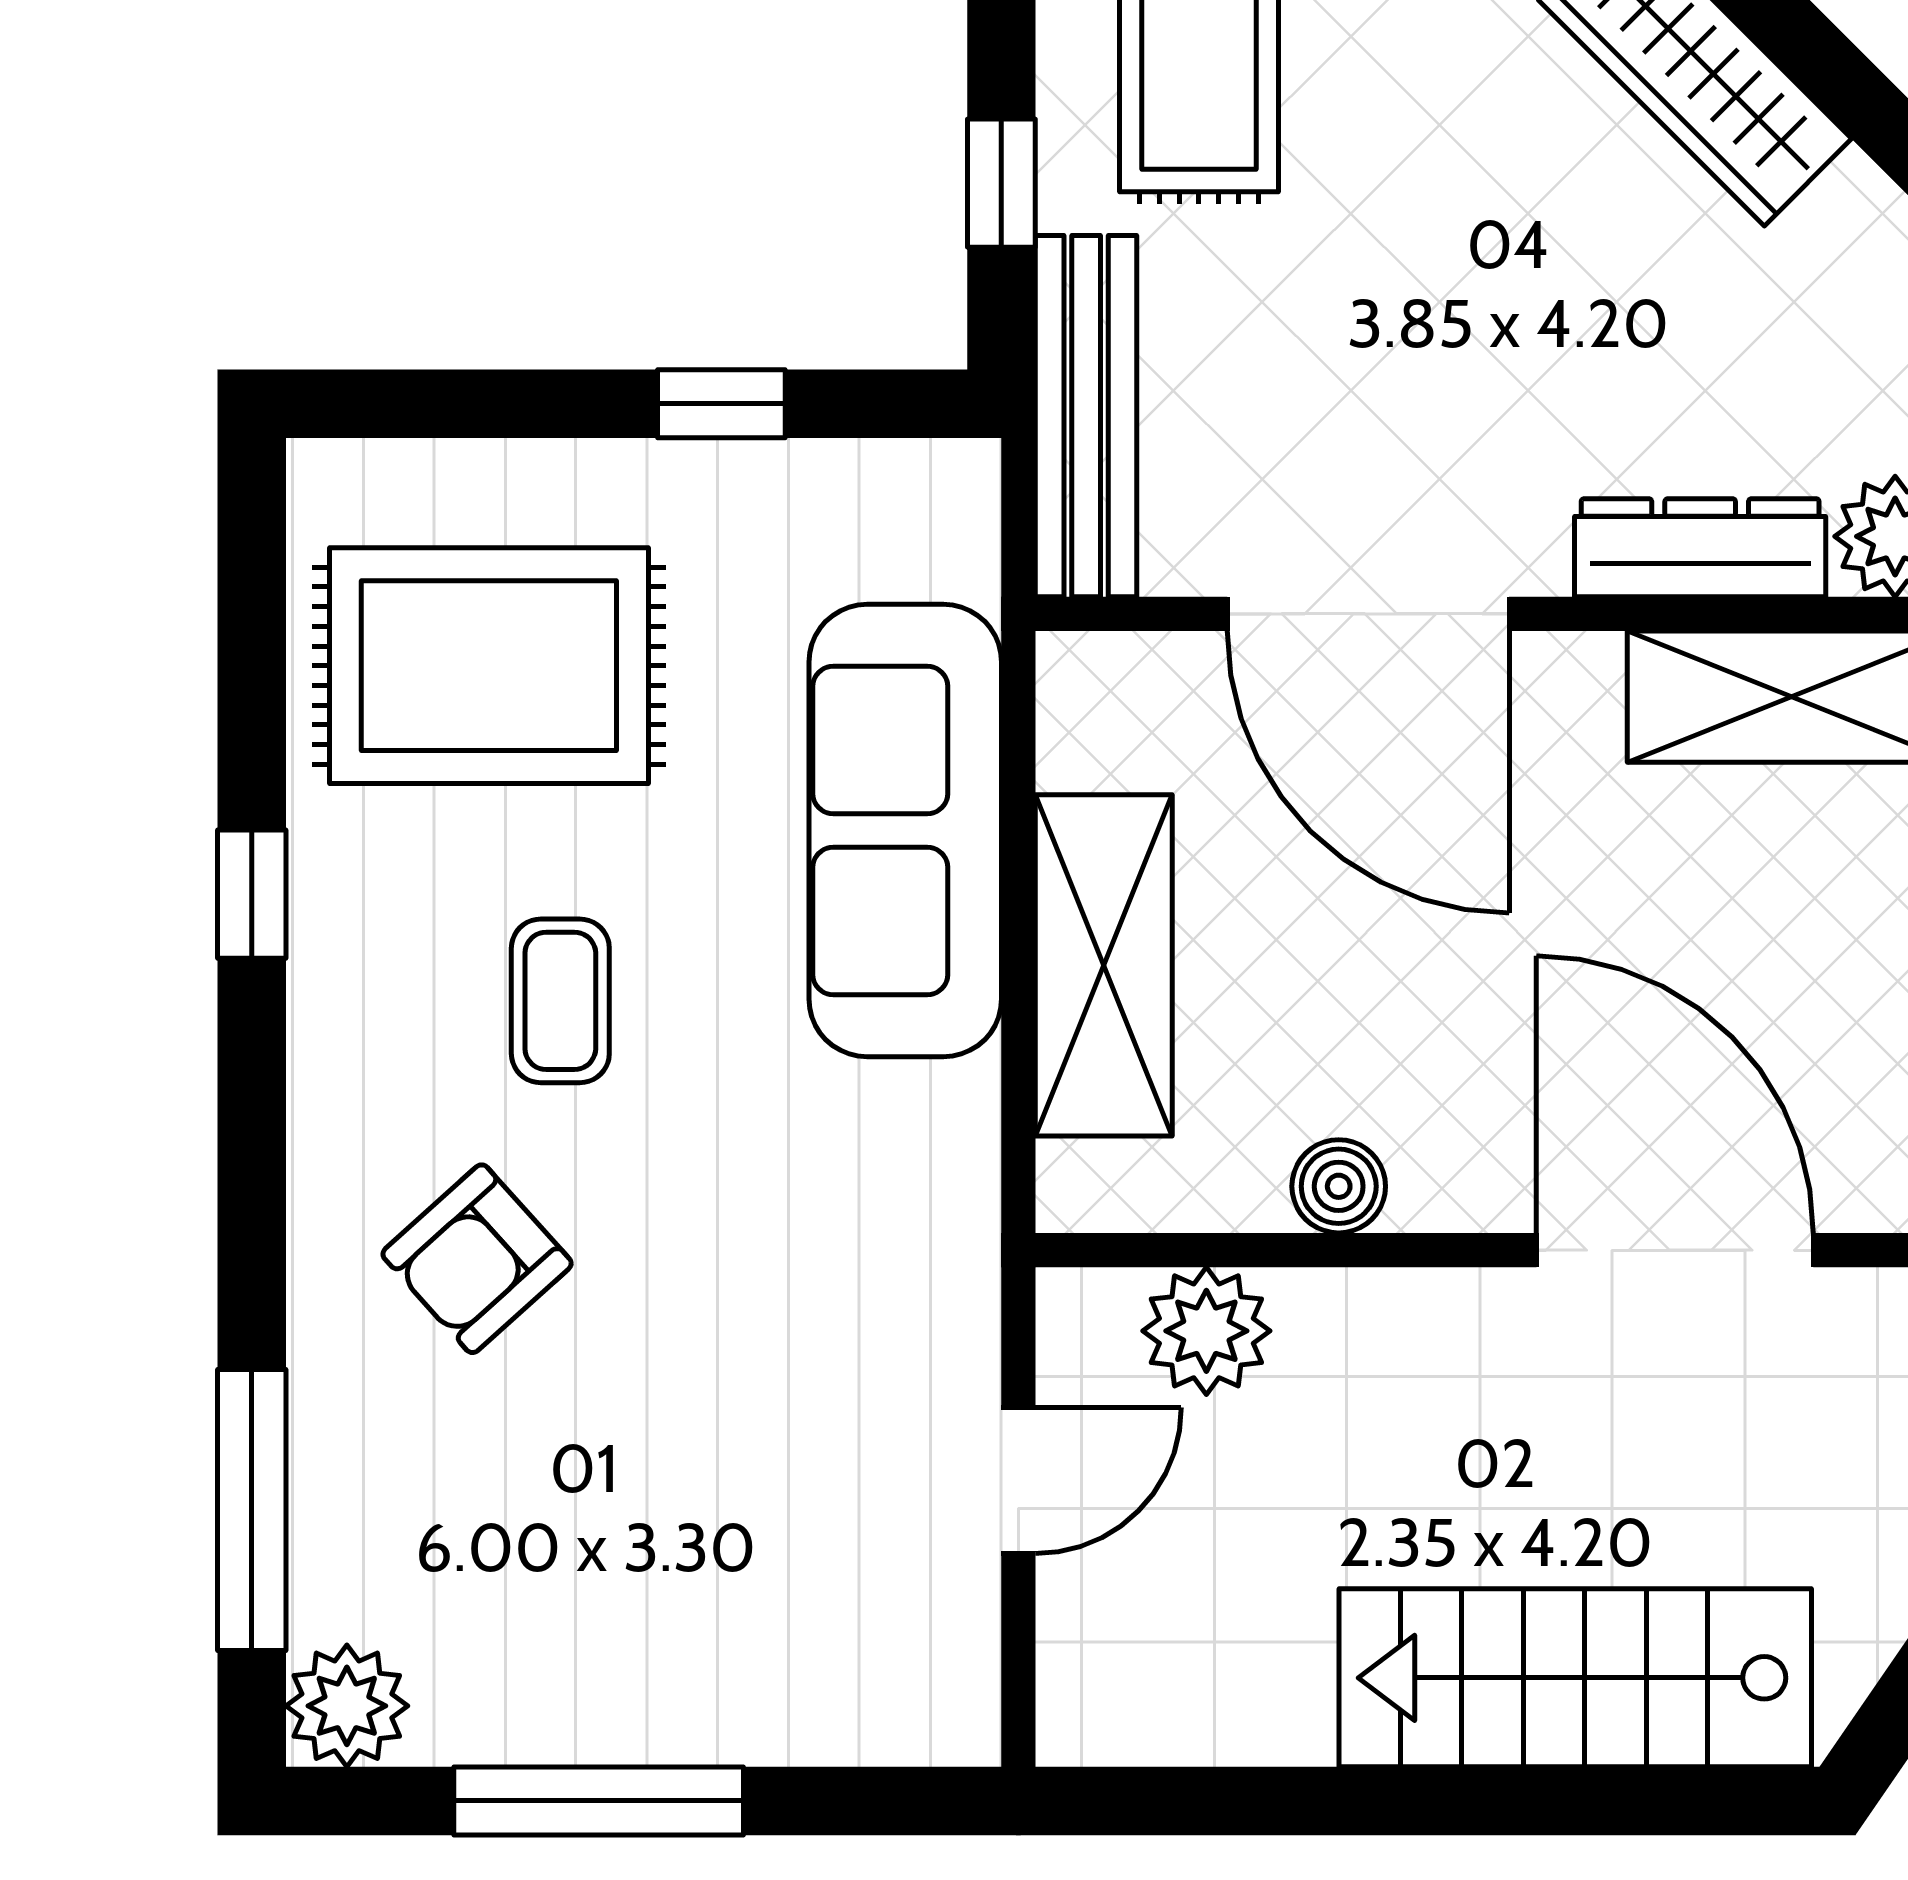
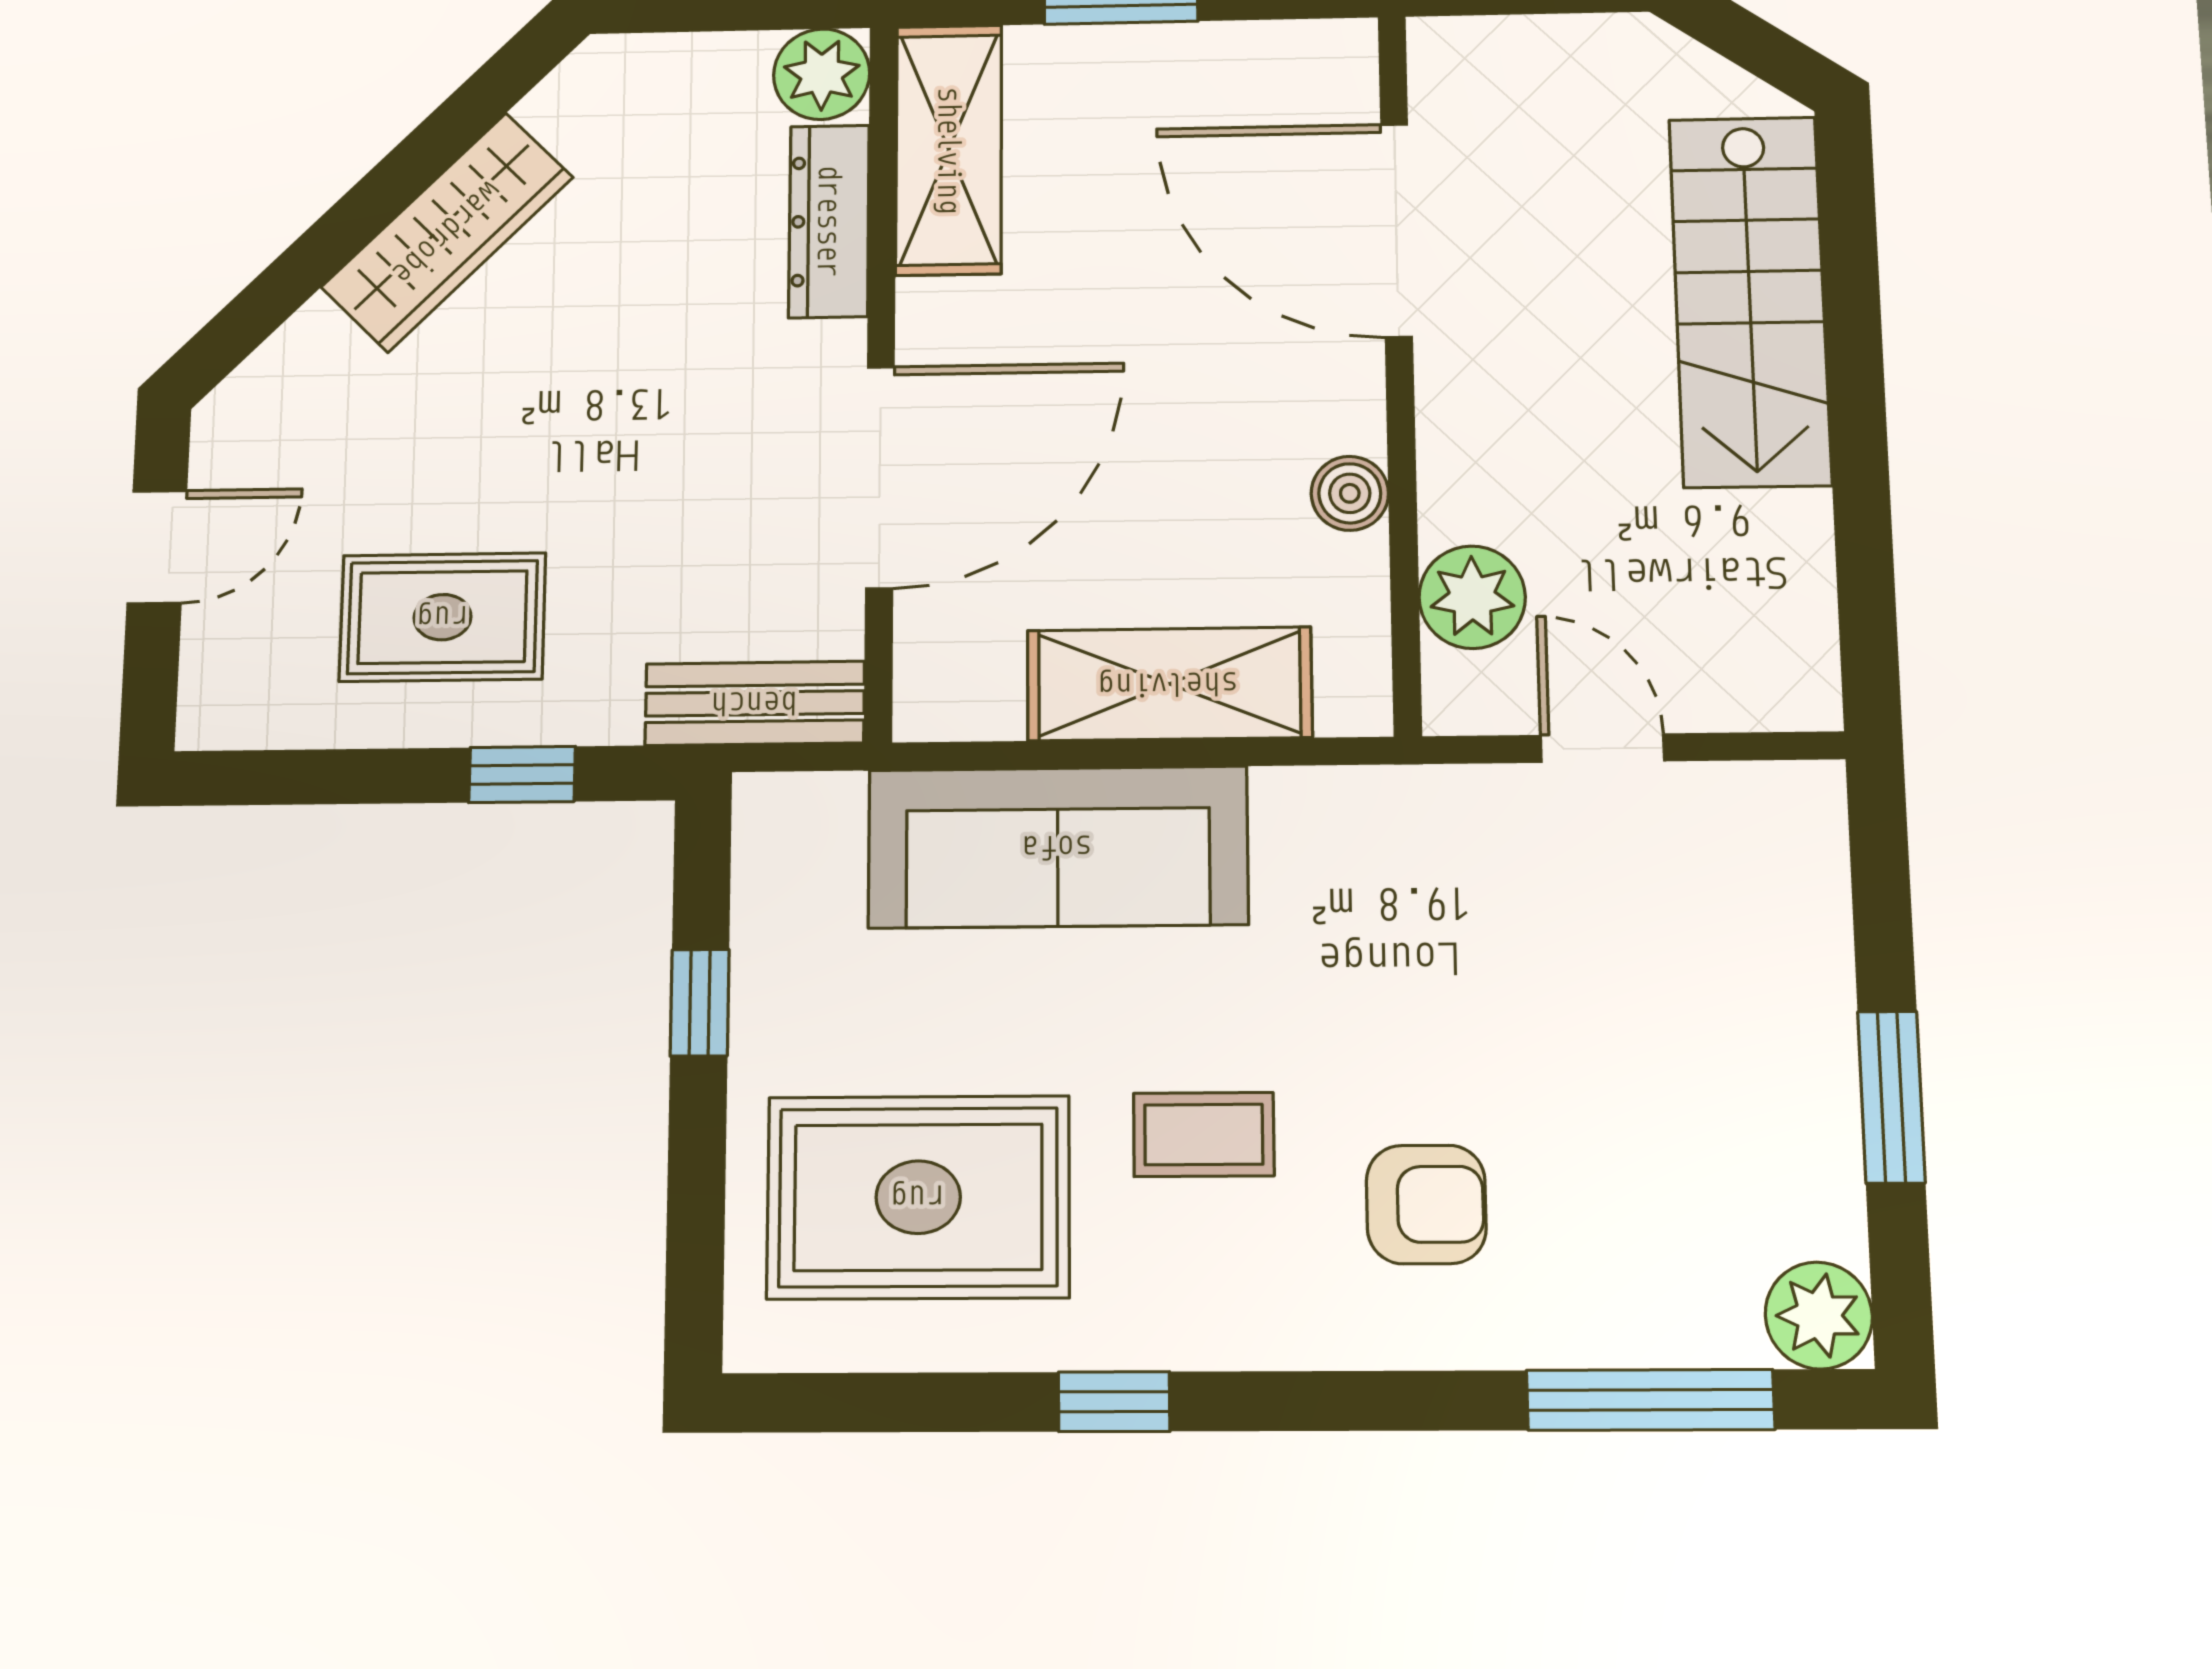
bench: (1086, 416) -> (755, 703), width x0.73
rug: (489, 666) -> (918, 1197), turned 90
door: (1675, 1250) -> (1397, 230), hinge flipped
armchair: (477, 1259) -> (1426, 1204), turned -48
window: (599, 1801) -> (1891, 1097), width x0.69

